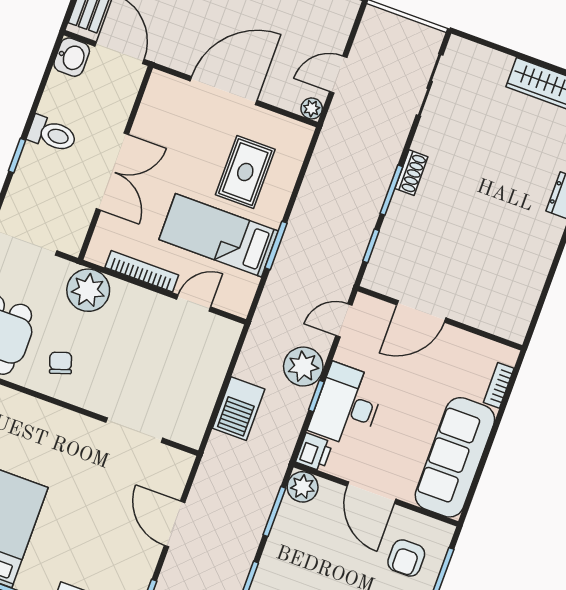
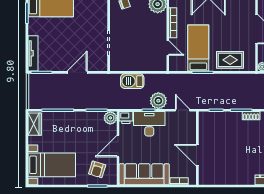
rug: (245, 172) -> (230, 60), moved
door: (421, 311) -> (197, 155), moved
armchair: (406, 558) -> (97, 169), turned -73

